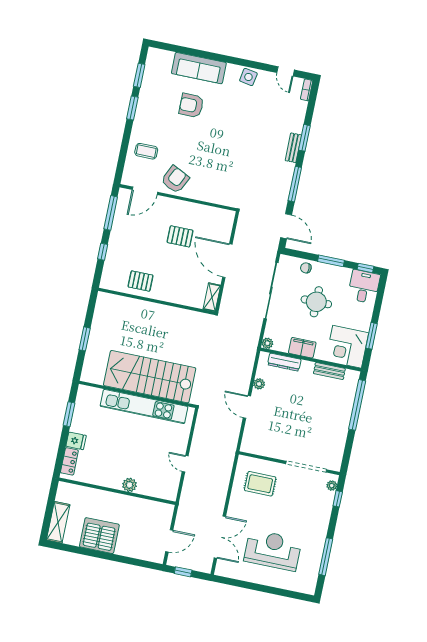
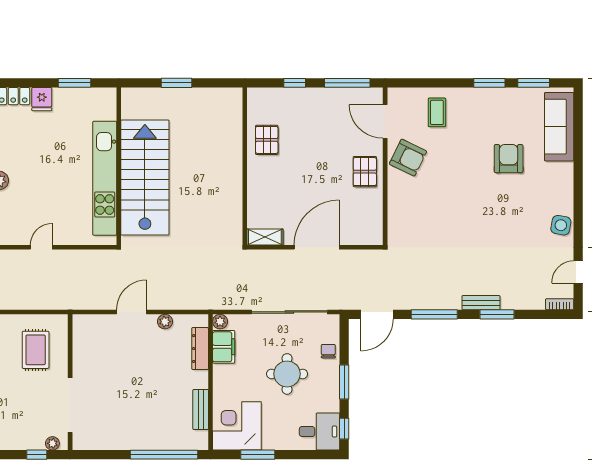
sofa: (199, 68) -> (559, 127), moved
pallet: (180, 236) -> (365, 172), moved
filing cabinet: (302, 348) -> (224, 347), moved

